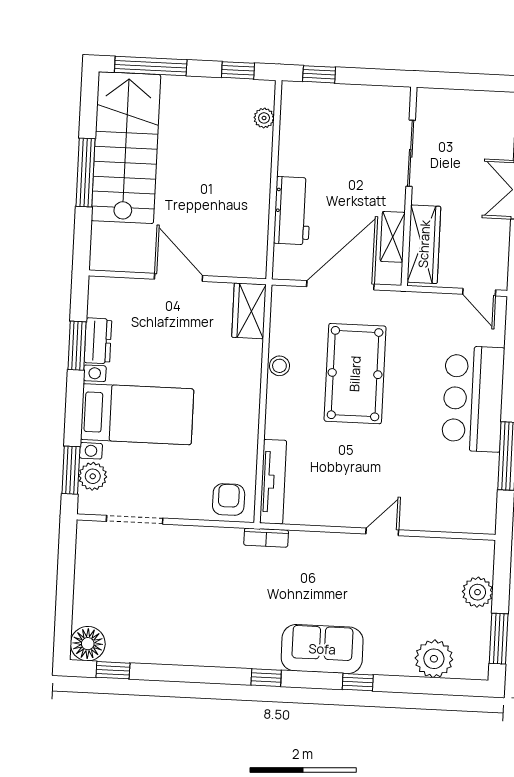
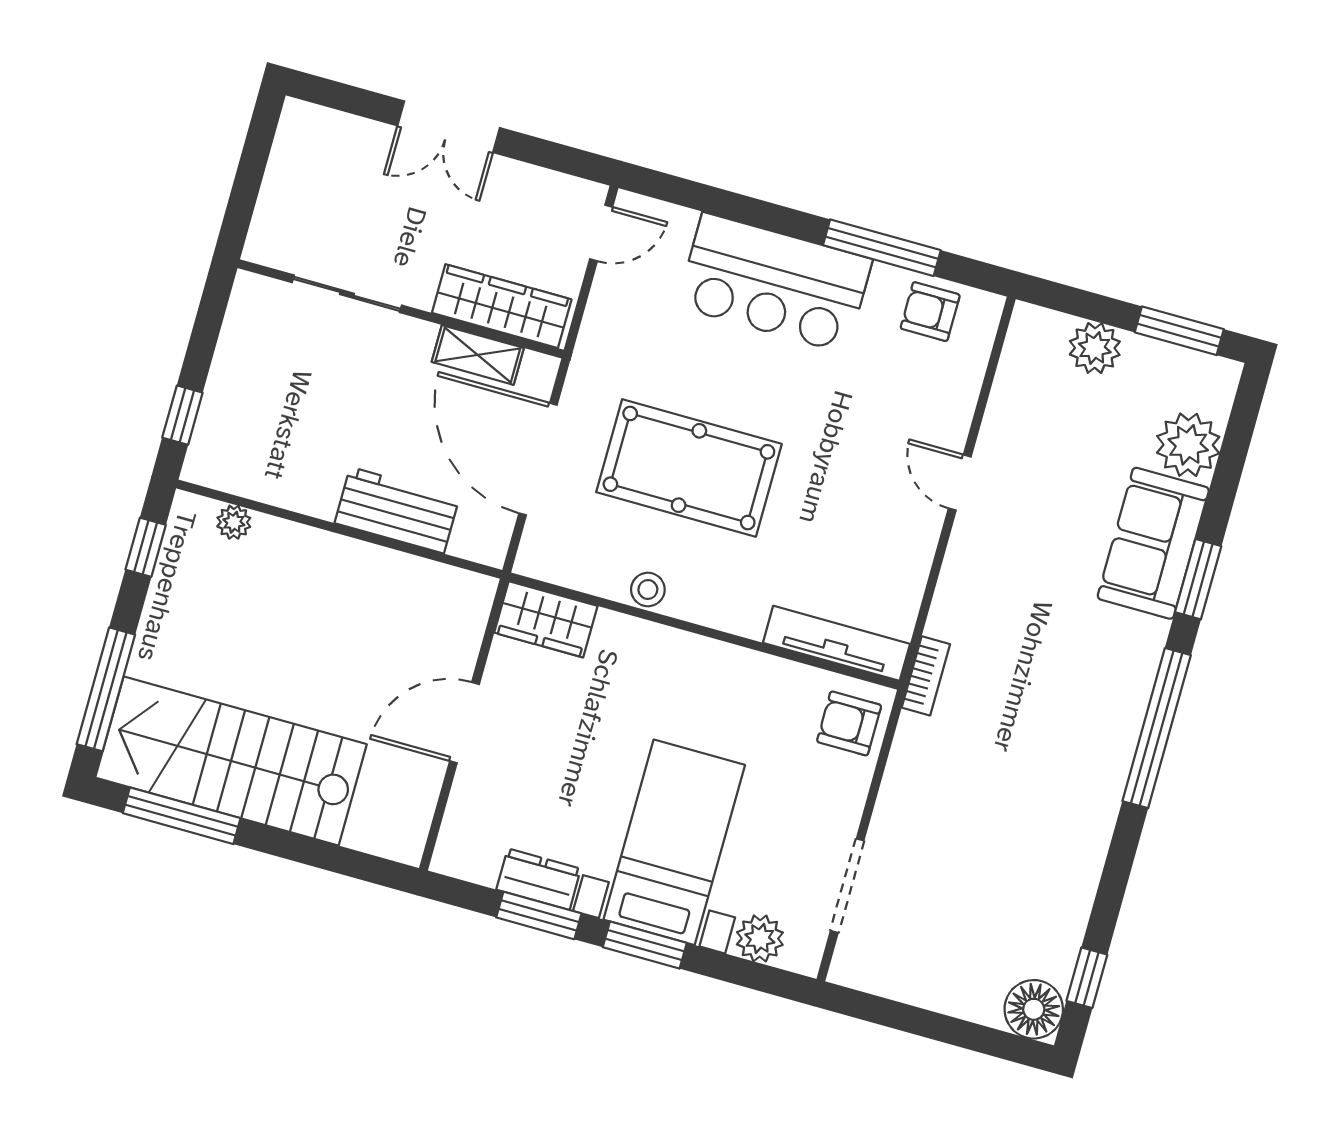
window: (85, 173) -> (182, 816), moved
window: (71, 470) -> (645, 945), moved
armchair: (477, 492) -> (930, 312), added
sofa: (322, 649) -> (1153, 543), moved
window: (266, 678) -> (1157, 728), width x3.17
window: (358, 682) -> (1198, 579), width x1.50

